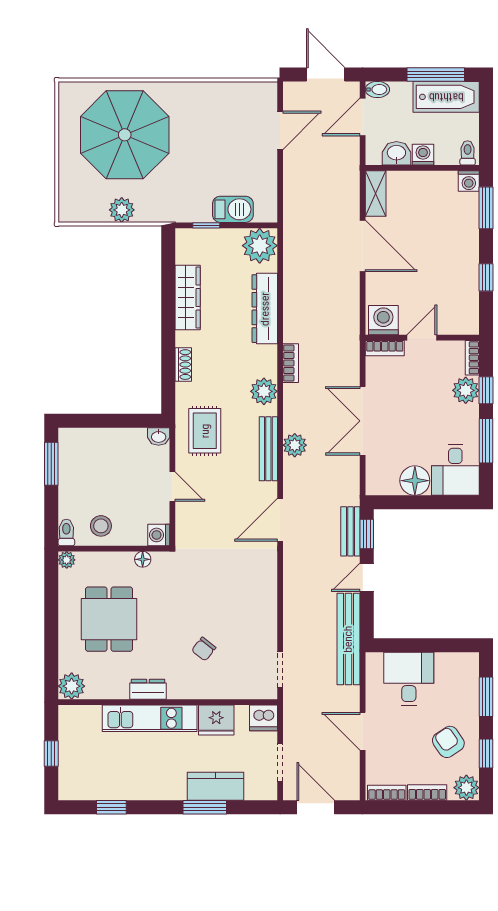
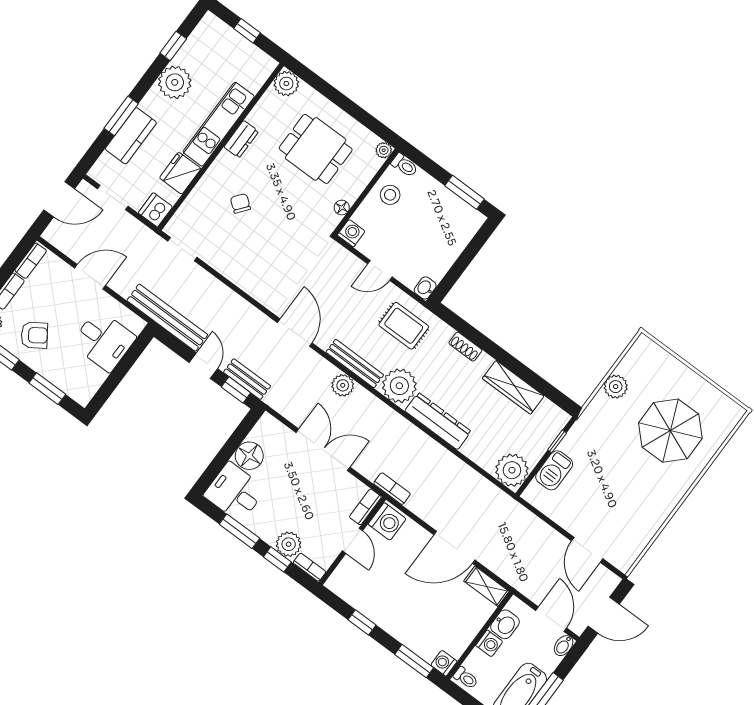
parasol: (125, 135) -> (670, 431), width x0.73, depth x0.73
dresser: (265, 309) -> (438, 421), moved
bookcase: (291, 363) -> (392, 489), moved, turned 180
plant: (264, 391) -> (399, 386), width x1.36, depth x1.36
plant: (142, 783) -> (175, 82), added

